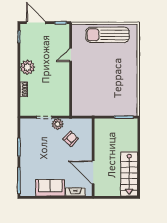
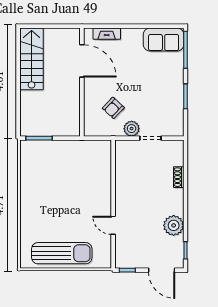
door: (71, 55) -> (113, 225), swing flipped
plant: (27, 67) -> (174, 225), moved
sofa: (50, 188) -> (164, 39), moved

